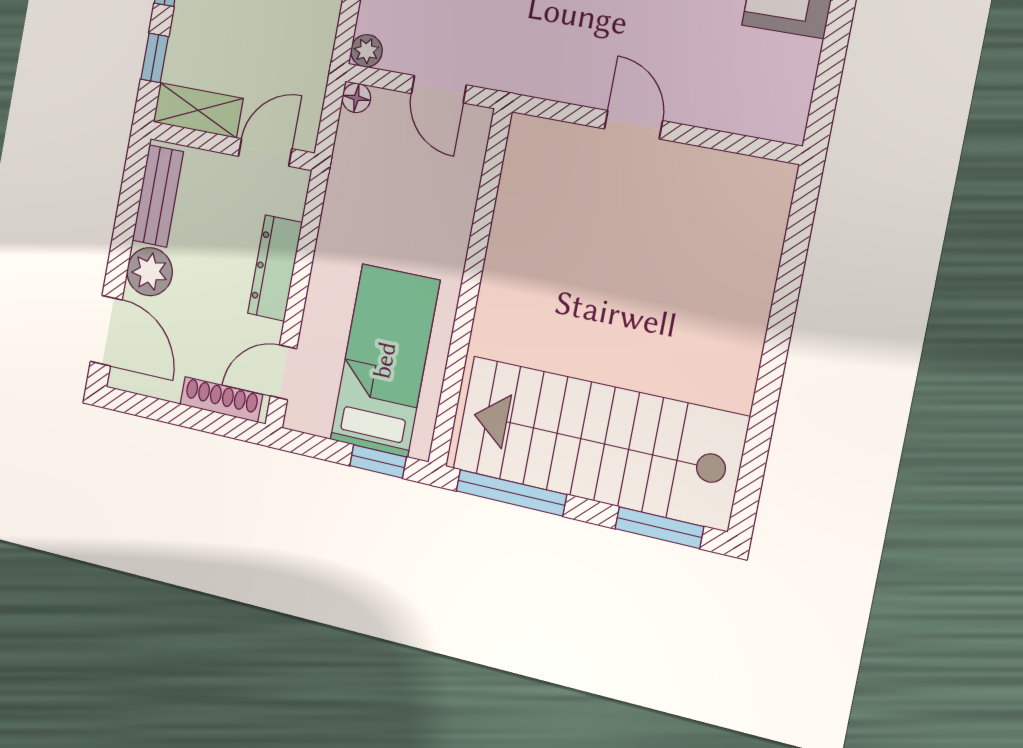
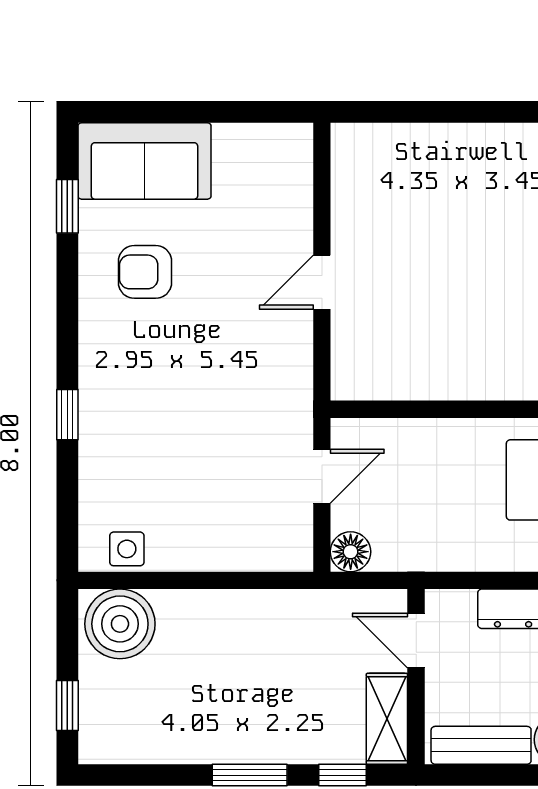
plant: (366, 51) -> (297, 556), removed
floor lamp: (356, 98) -> (351, 552), width x1.37, depth x1.37

